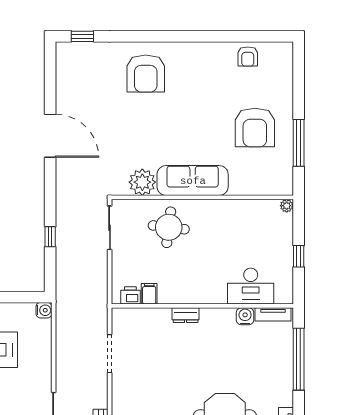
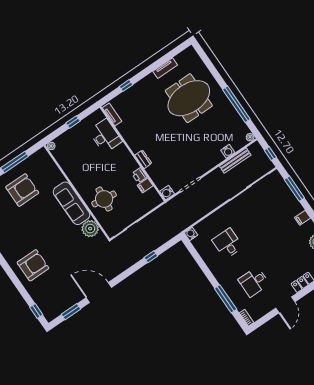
window: (50, 82) -> (71, 312), added
door: (50, 136) -> (99, 292), hinge flipped
printer: (130, 295) -> (139, 175), moved
water cooler: (245, 316) -> (167, 193), moved
window: (299, 359) -> (126, 86), width x0.32

